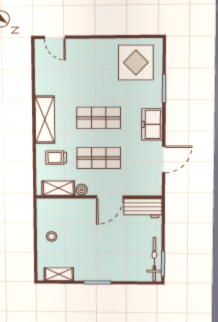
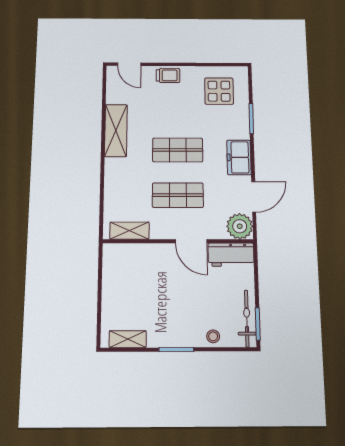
display table: (136, 63) -> (219, 91), width x0.73, depth x0.73
shelving: (45, 120) -> (116, 131), moved
trolley: (56, 158) -> (168, 75), moved, turned 180
plant: (82, 190) -> (240, 226), moved, width x1.87, depth x1.87
door: (110, 197) -> (191, 241), hinge flipped
stool: (52, 236) -> (213, 336), moved

